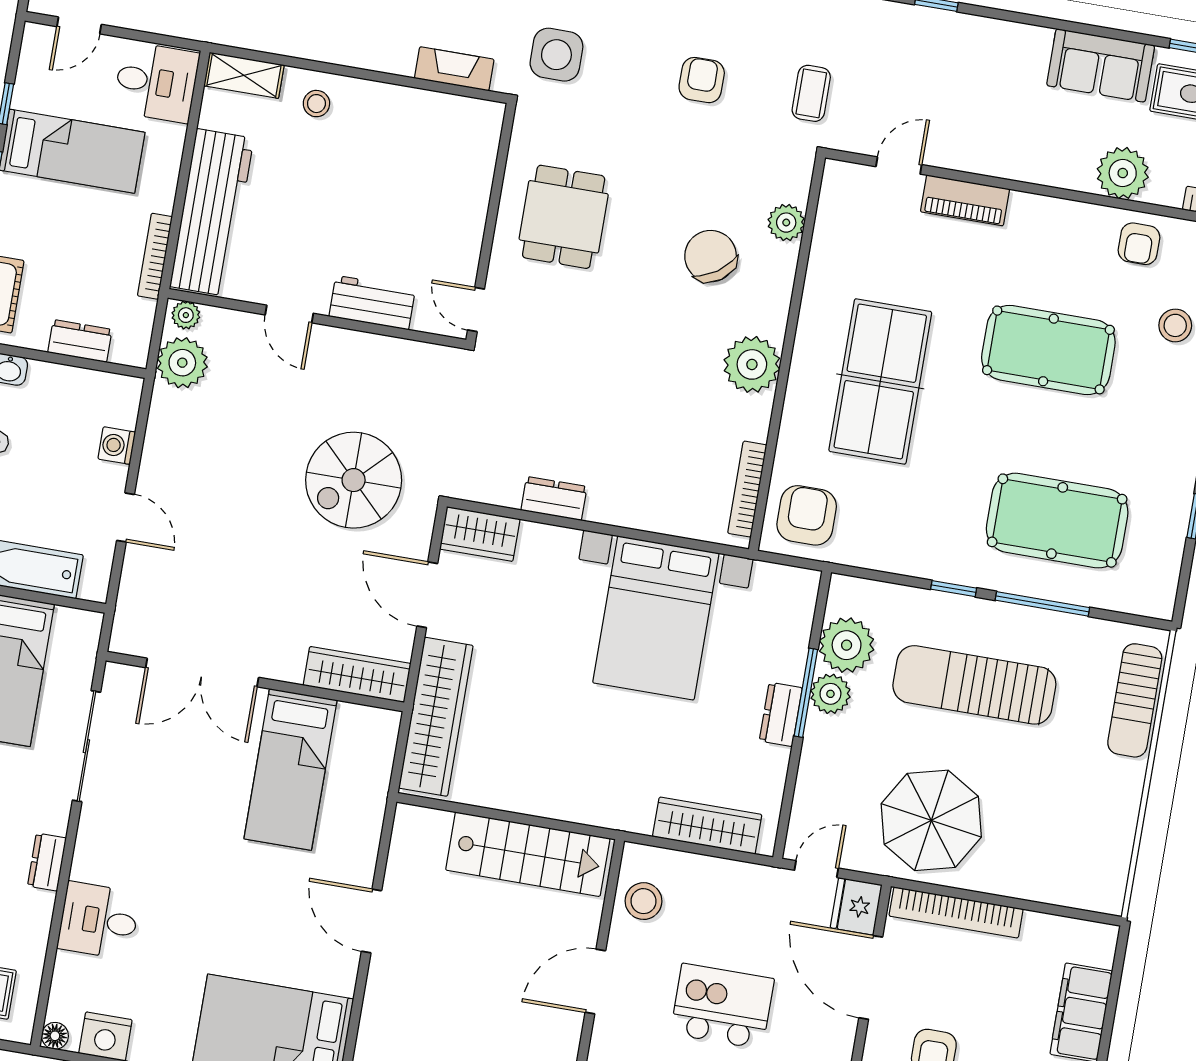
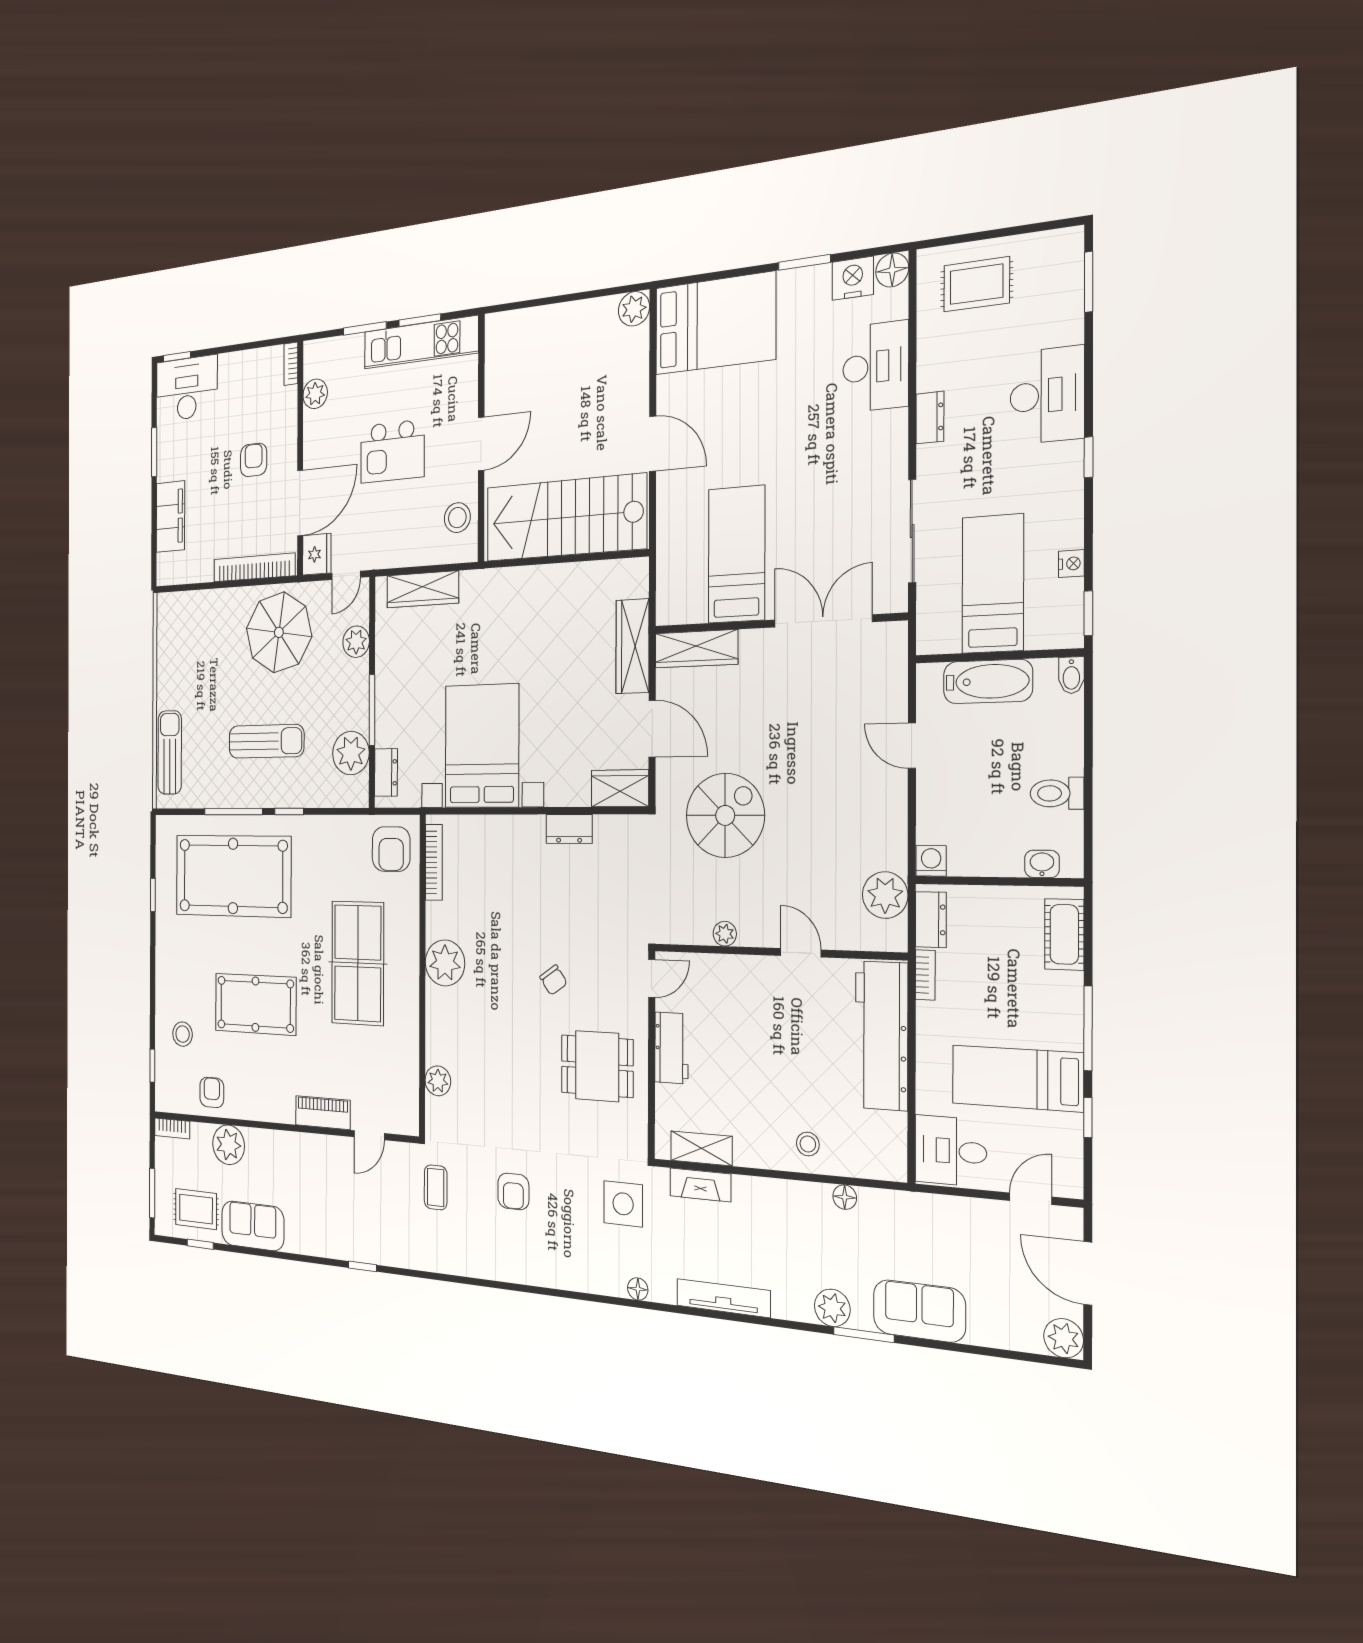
floor lamp: (283, 42) -> (845, 1197), added
shelving: (244, 75) -> (701, 1148), moved
dining table: (564, 217) -> (597, 1066), turned 90
bookcase: (155, 256) -> (925, 975), width x0.64
chair: (711, 256) -> (553, 980), moved, width x0.54, depth x0.54
workbench: (372, 303) -> (671, 1048), moved, turned -90
door: (476, 310) -> (652, 978), hinge flipped
plant: (186, 315) -> (725, 934), moved
dresser: (80, 341) -> (931, 920), moved, turned -90
washing machine: (117, 446) -> (931, 861), moved, turned -90
pool table: (1057, 521) -> (233, 876), width x1.36, depth x1.32
sun lounger: (974, 685) -> (266, 741), width x0.73, depth x0.75
plant: (830, 694) -> (356, 642), moved
dresser: (781, 714) -> (386, 772), moved
wardrobe: (436, 717) -> (632, 646), width x0.71, depth x0.85
stairs: (528, 854) -> (566, 518), width x1.36, depth x1.51
desk: (99, 921) -> (876, 367), width x1.37
door: (871, 977) -> (300, 503), hinge flipped
floor lamp: (55, 1036) -> (892, 270), width x1.37, depth x1.37

